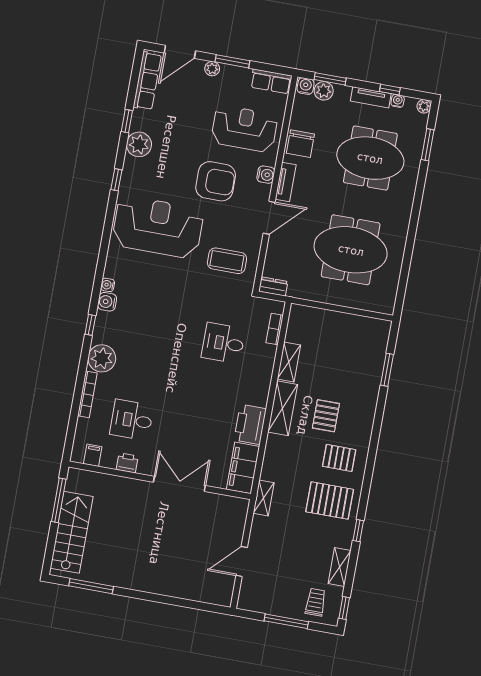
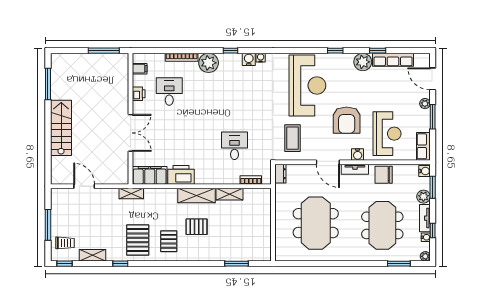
row of seats: (147, 81) -> (393, 60), moved
plant: (324, 91) -> (423, 197), moved
stairs: (72, 532) -> (61, 128), moved, turned -90

